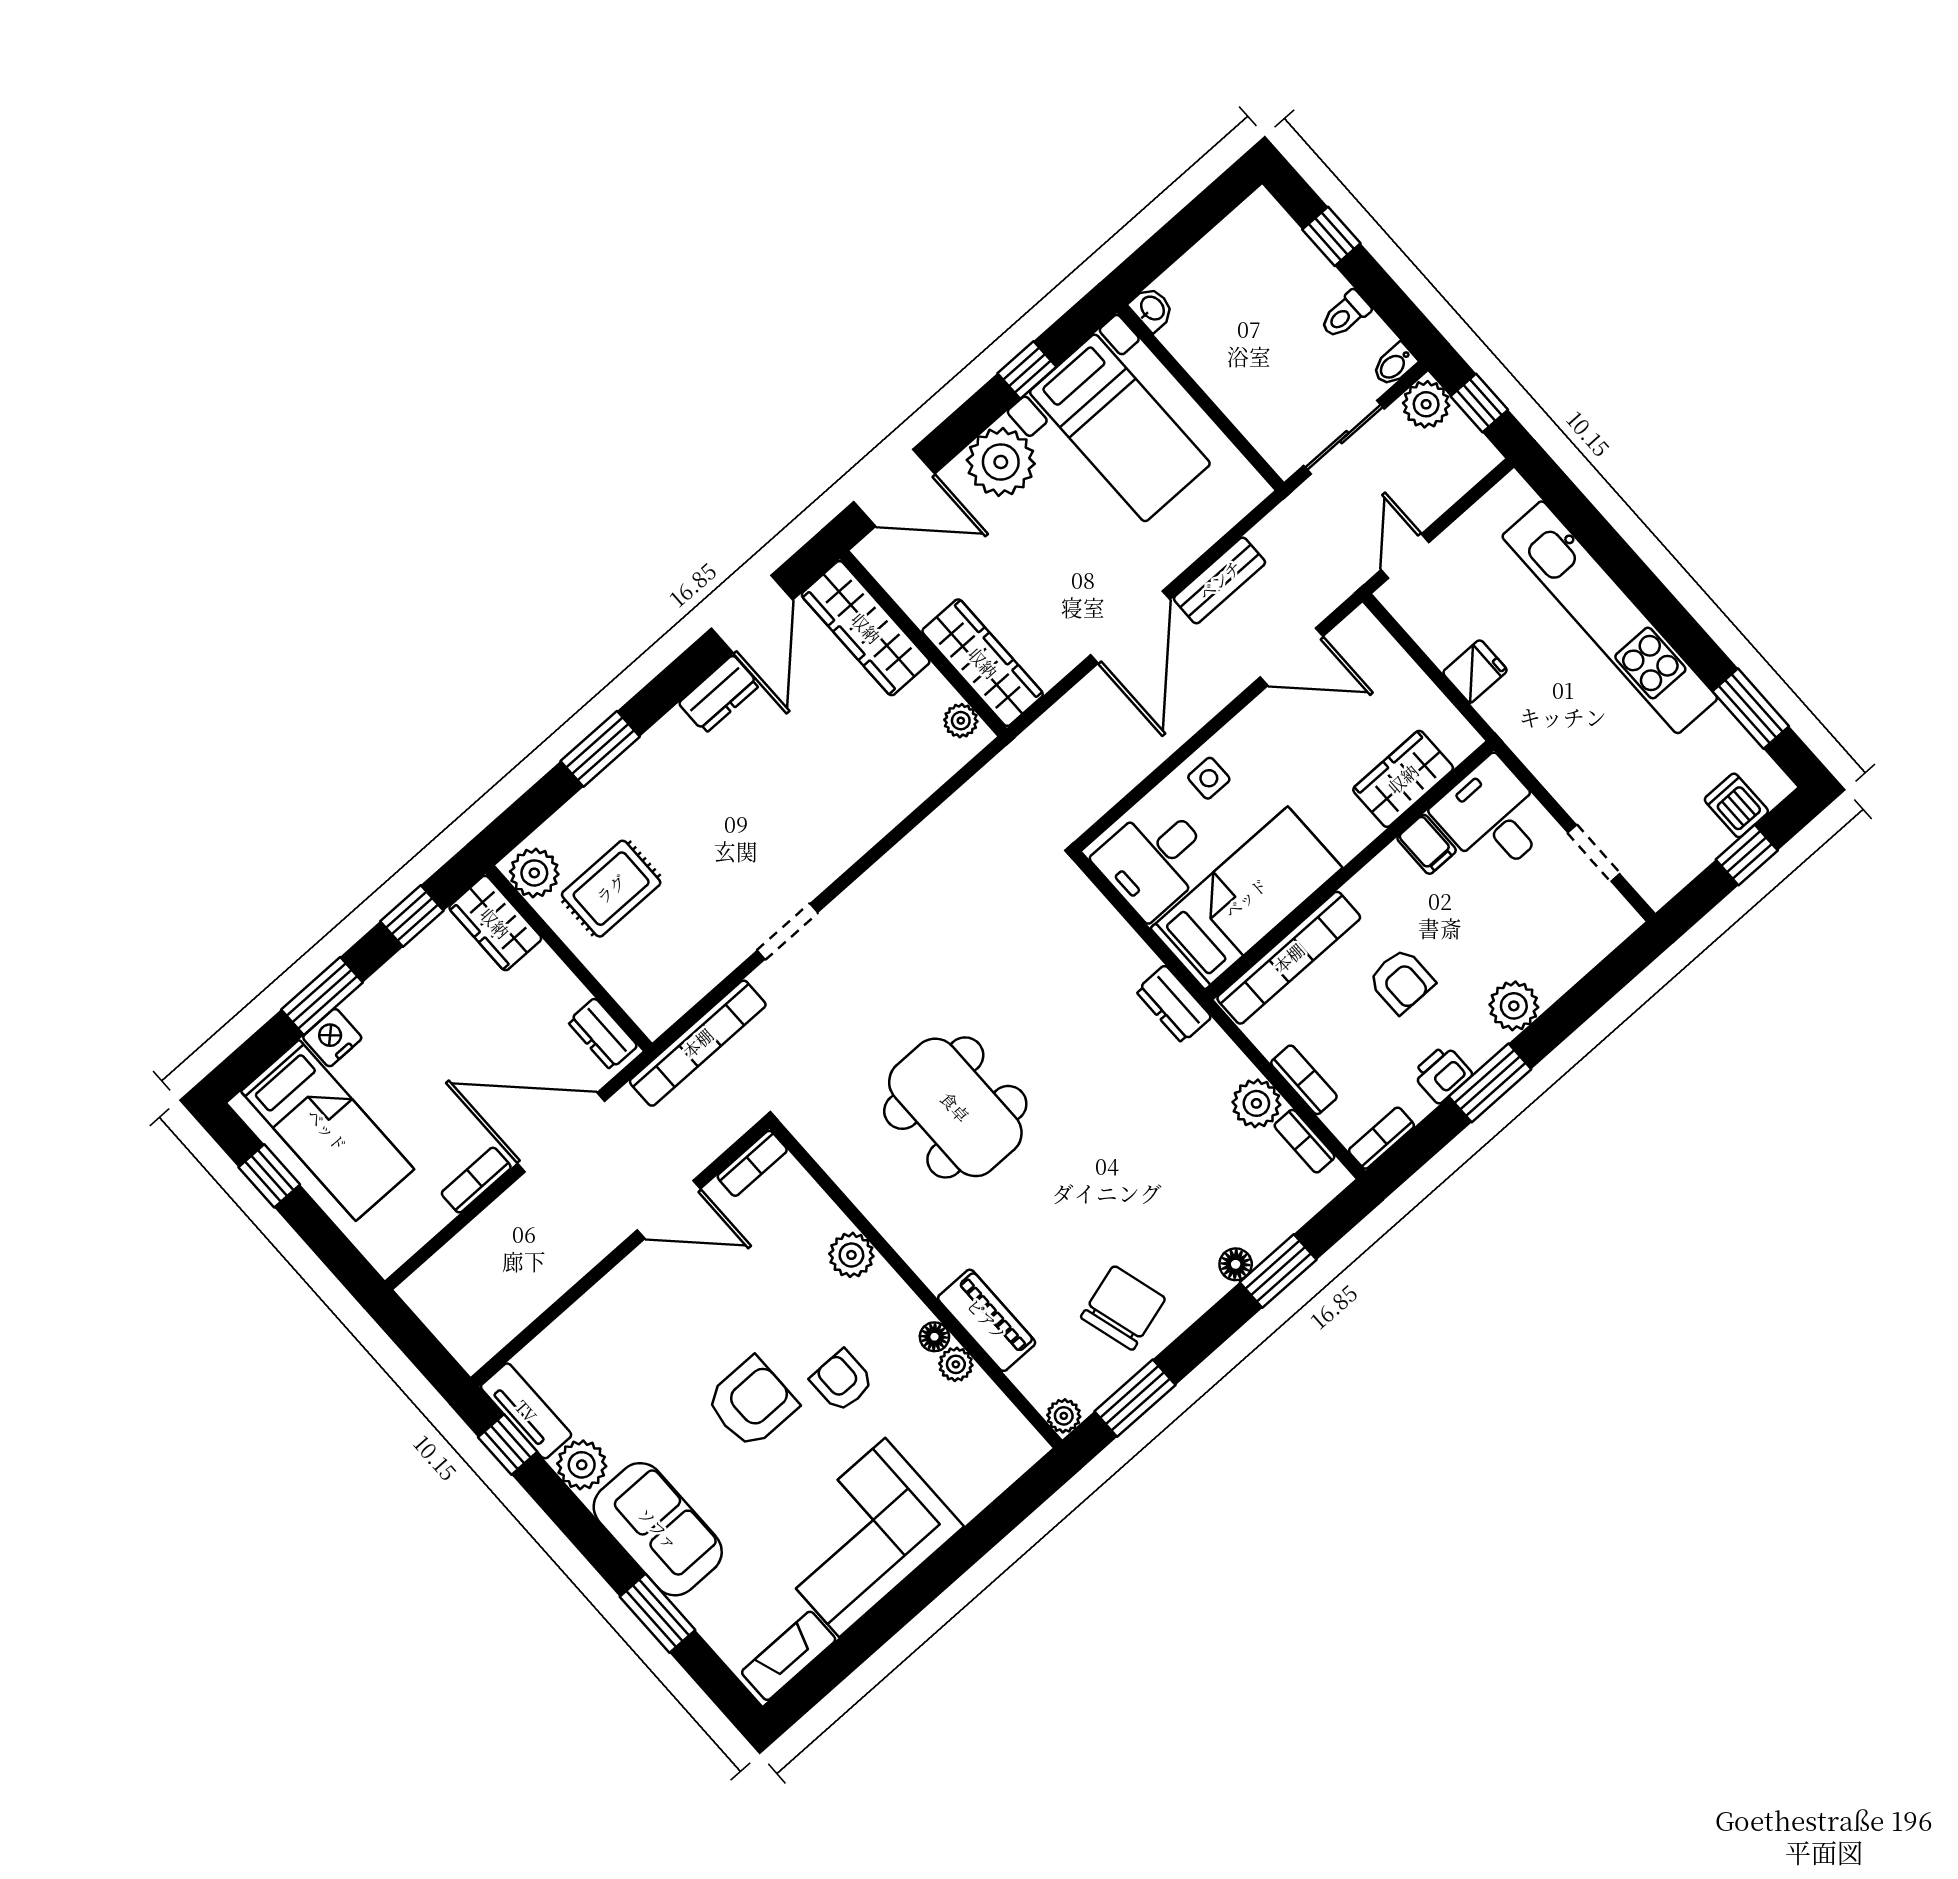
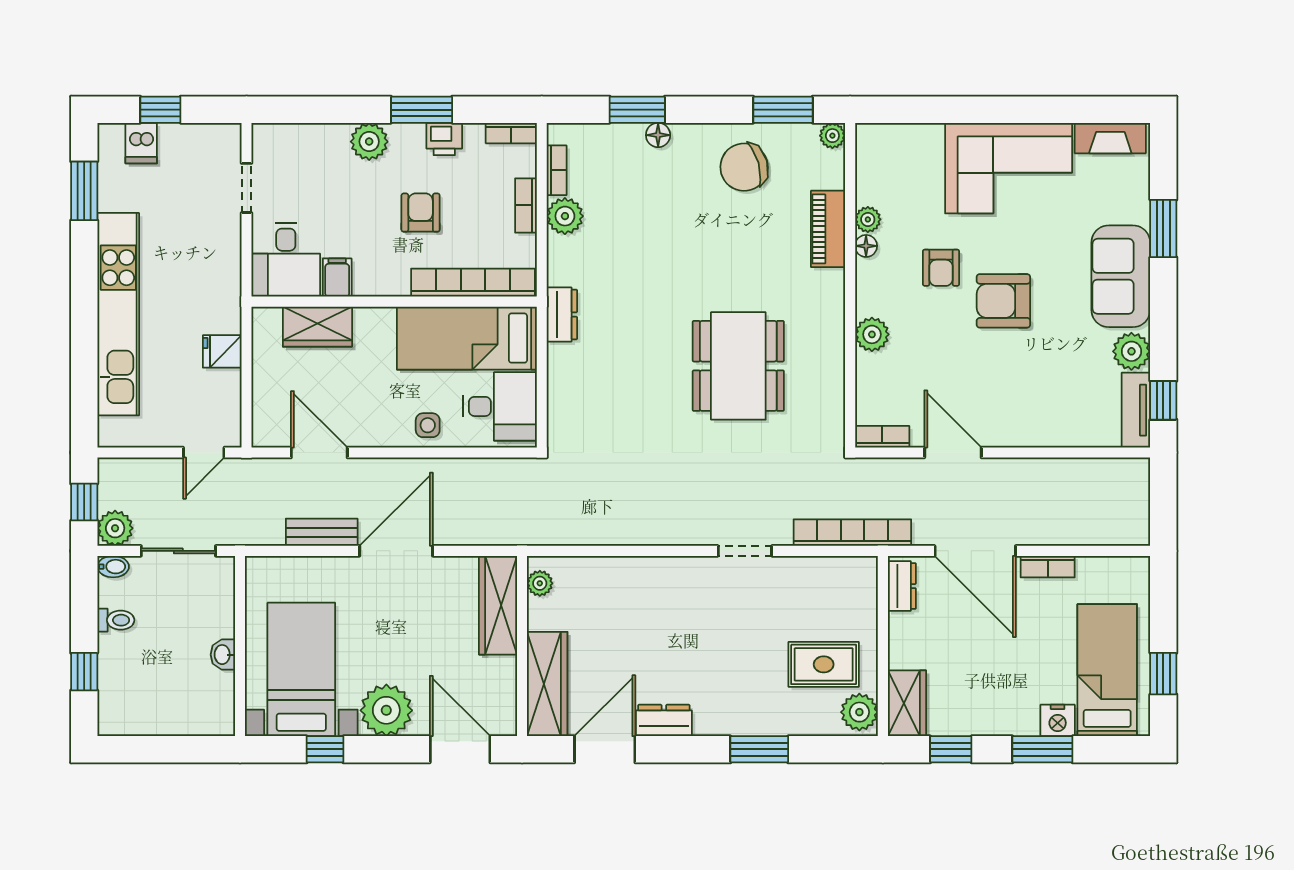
washbasin: (1152, 309) -> (223, 655), moved

